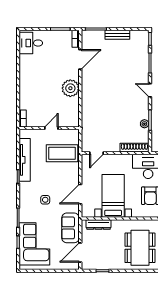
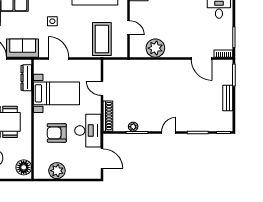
plant: (70, 88) -> (155, 48), moved
door: (97, 153) -> (102, 88), moved

